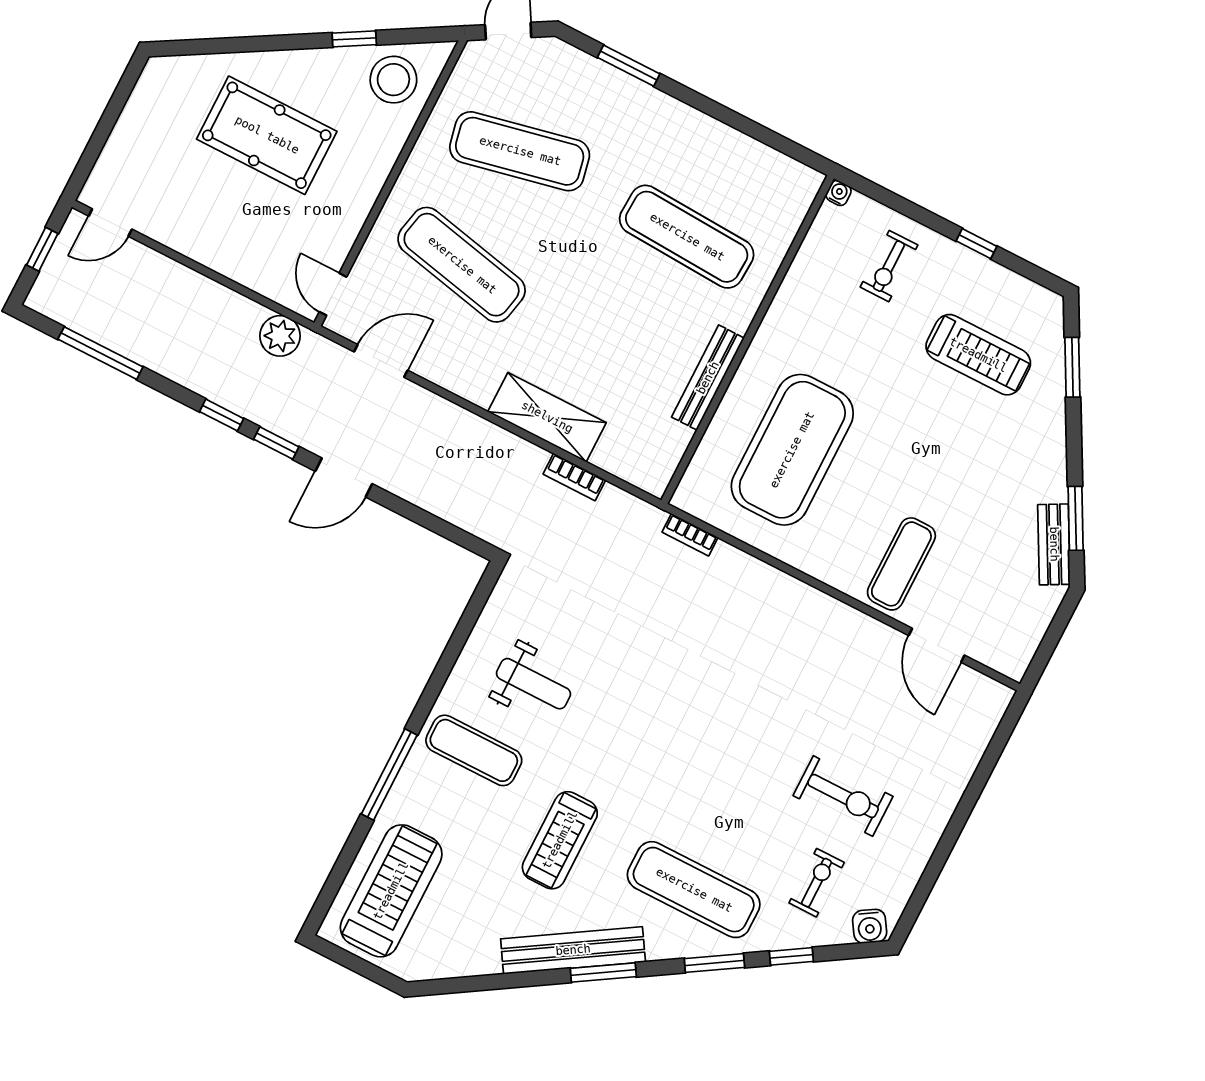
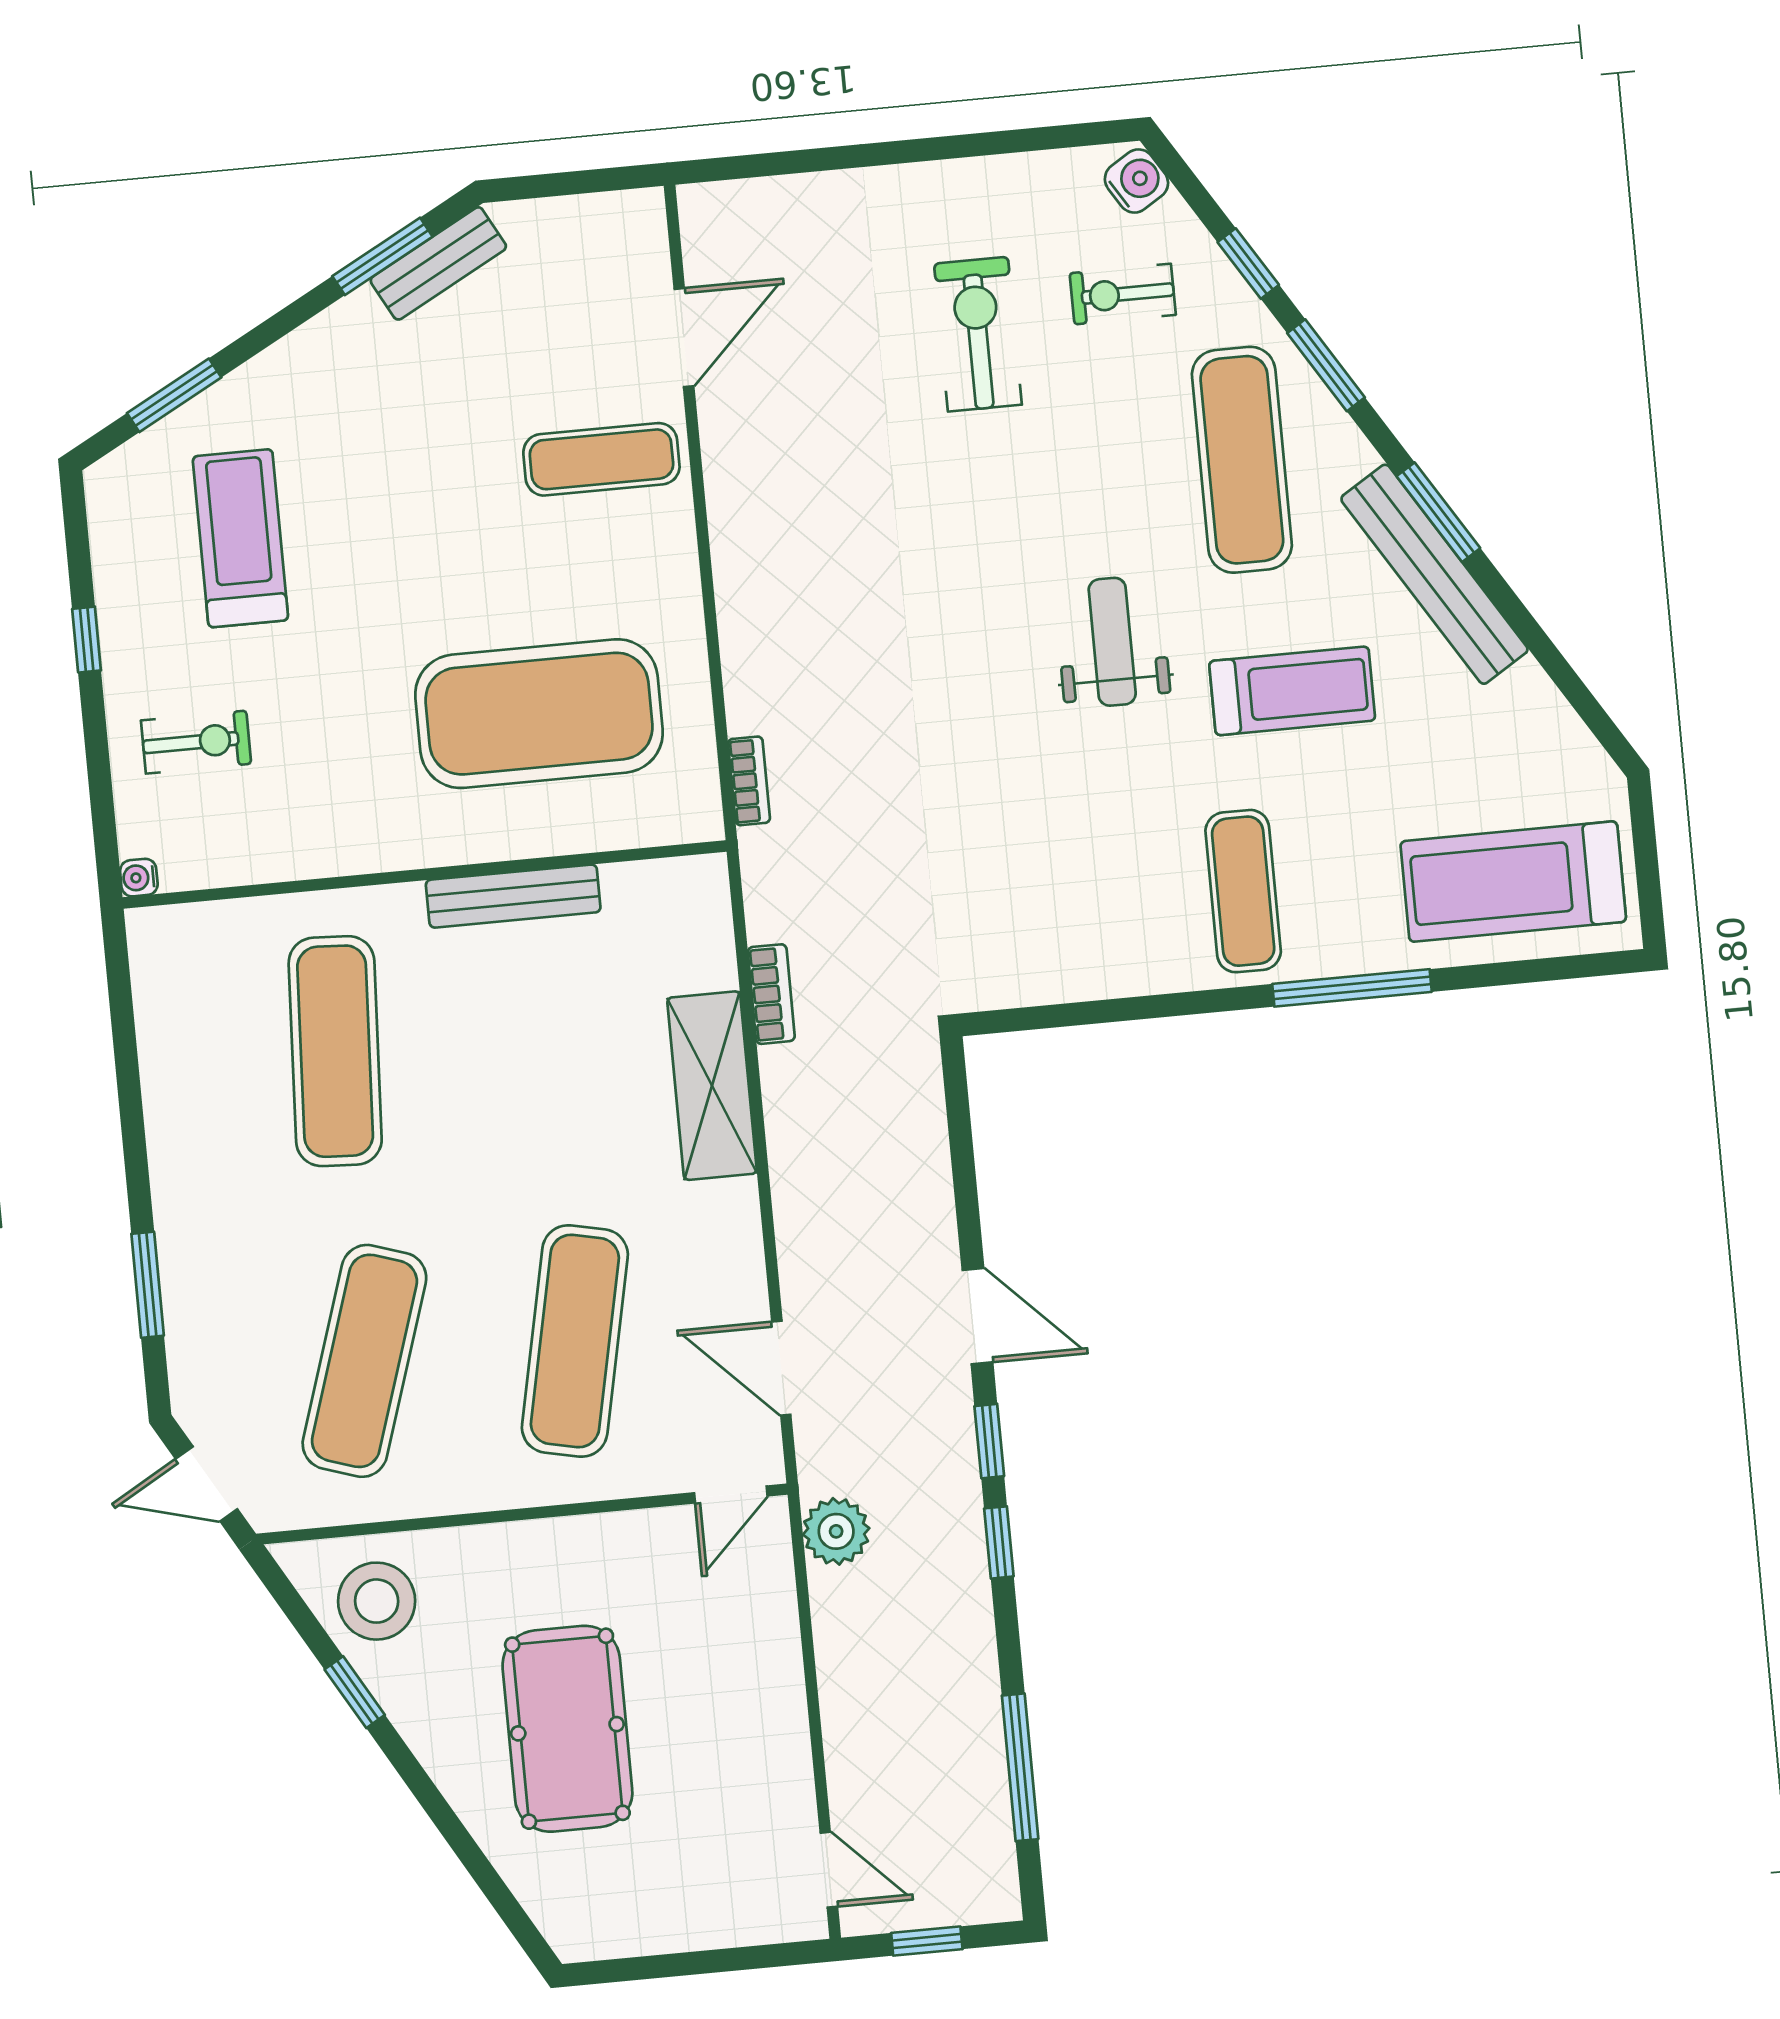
exercise mat: (520, 151) -> (364, 1361), turned 30
weight bench: (533, 684) -> (1112, 642), moved

